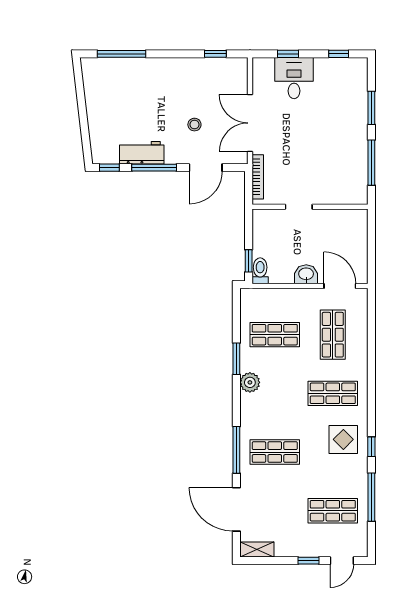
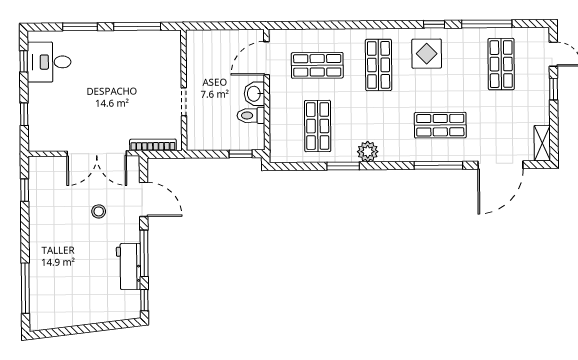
desk: (294, 78) -> (49, 62), moved
toilet: (260, 271) -> (251, 115), moved
shop shelf: (275, 452) -> (440, 125), turned 90

